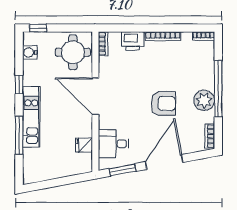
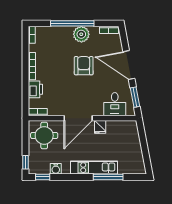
water cooler: (30, 52) -> (56, 169), moved
window: (19, 85) -> (43, 177), moved
fridge: (84, 145) -> (100, 127), moved

